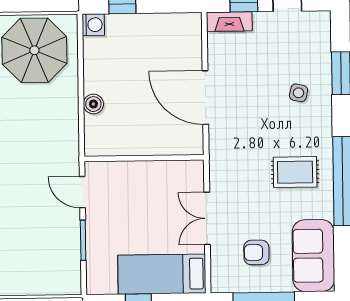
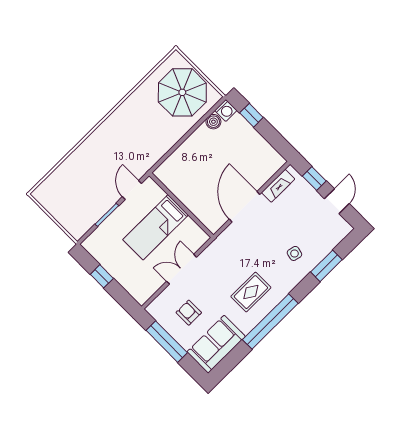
fireplace: (229, 22) -> (278, 186), moved, turned -90
boiler: (93, 104) -> (213, 122), moved
rug: (295, 172) -> (251, 292), turned 90
bed: (162, 274) -> (156, 227), moved, turned -90

